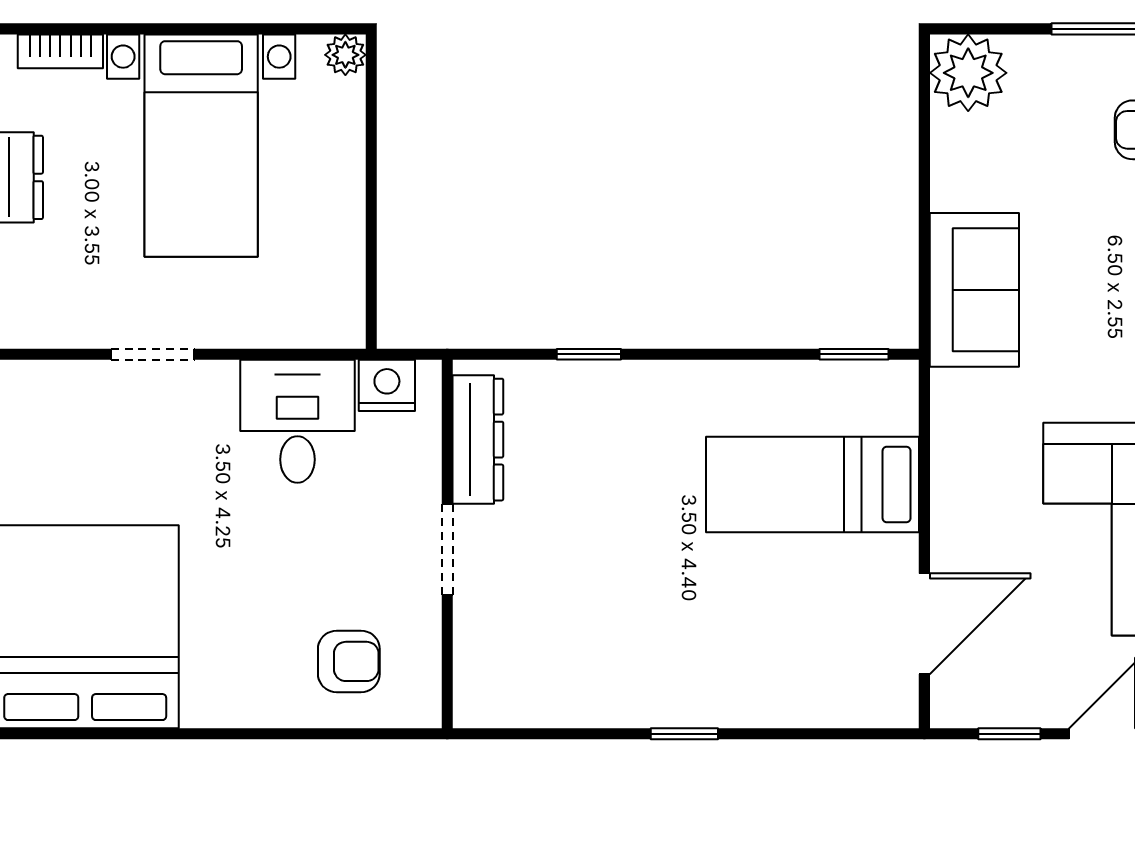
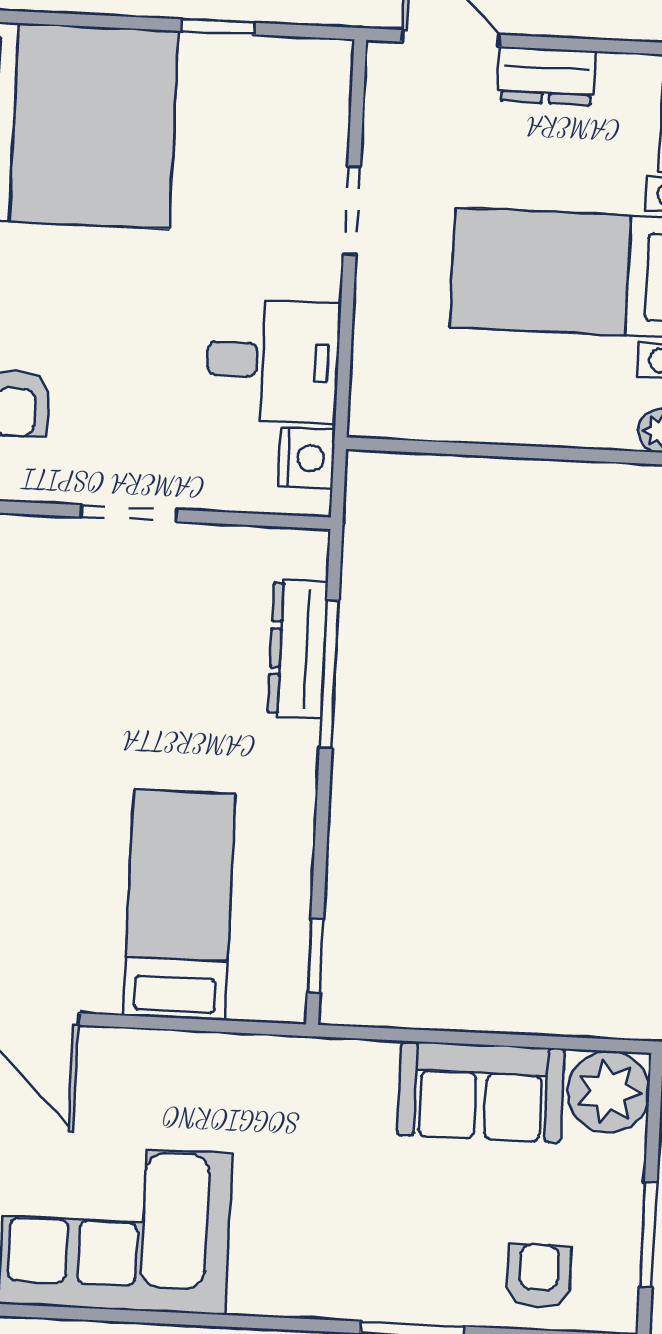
sofa: (974, 290) -> (481, 1092), moved
window: (589, 354) -> (329, 674), width x2.17
dresser: (478, 440) -> (298, 649), moved, turned 90

